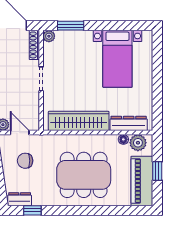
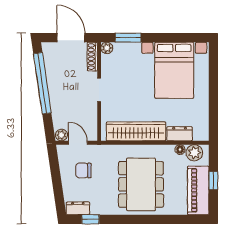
bed with nightstands: (117, 59) -> (174, 70), width x1.36
dresser: (129, 123) -> (180, 134), width x0.70
dining table: (84, 175) -> (141, 184), turned 90

